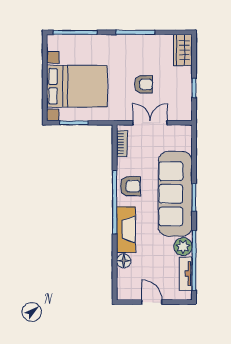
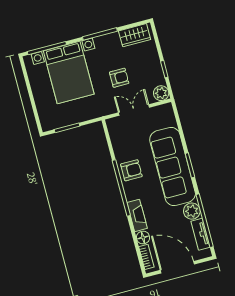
wardrobe: (183, 50) -> (135, 35), moved, turned -90
bed with nightstands: (77, 86) -> (69, 72), moved, turned 90
plant: (184, 113) -> (161, 93), added
bookcase: (122, 144) -> (146, 257), moved
fireplace: (126, 230) -> (137, 215), width x0.73, depth x0.76
door: (152, 302) -> (177, 267), width x1.88

